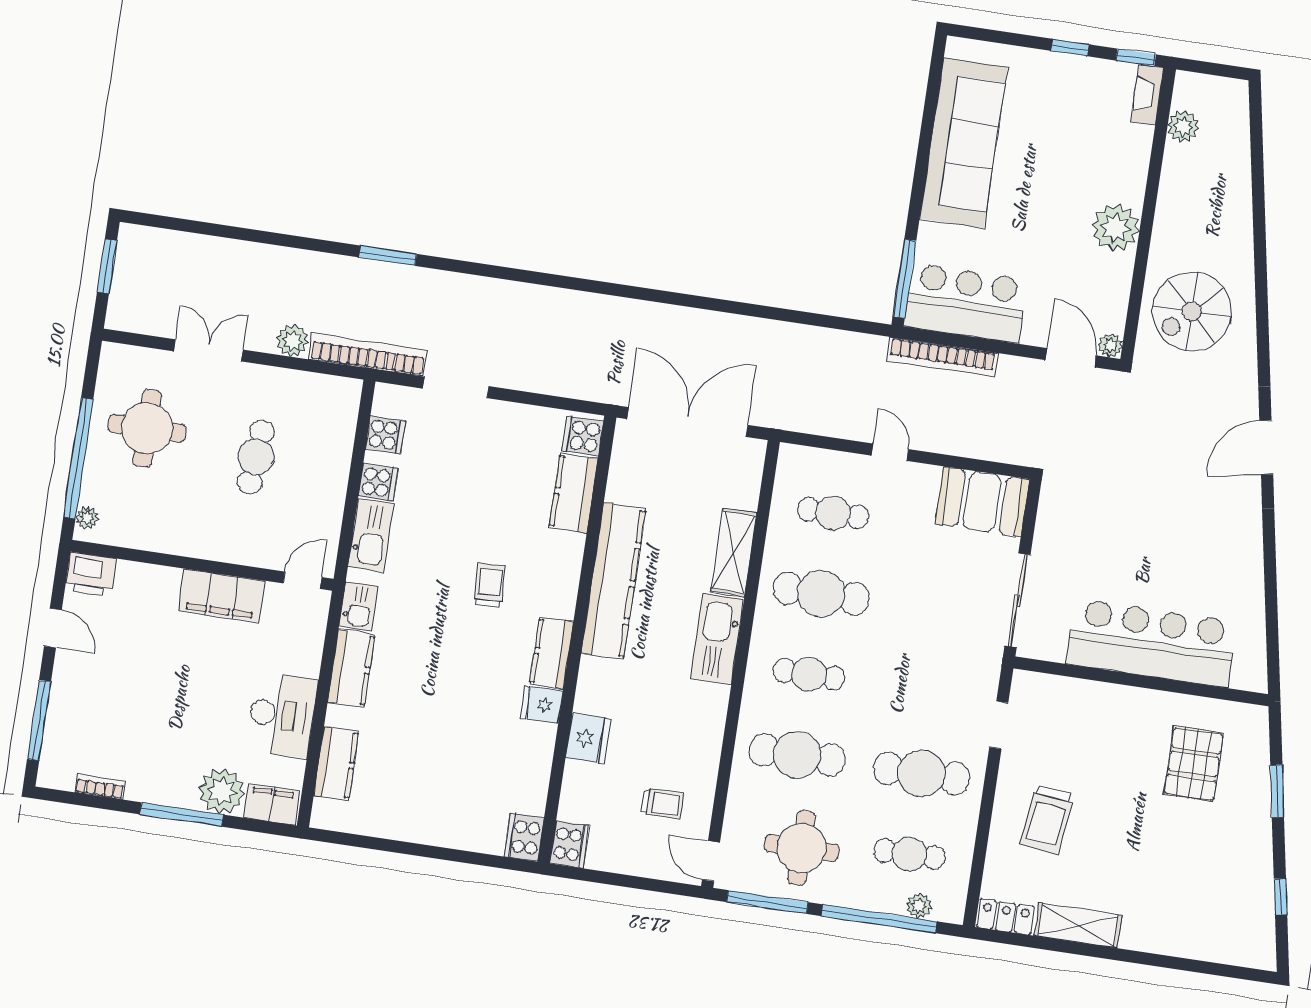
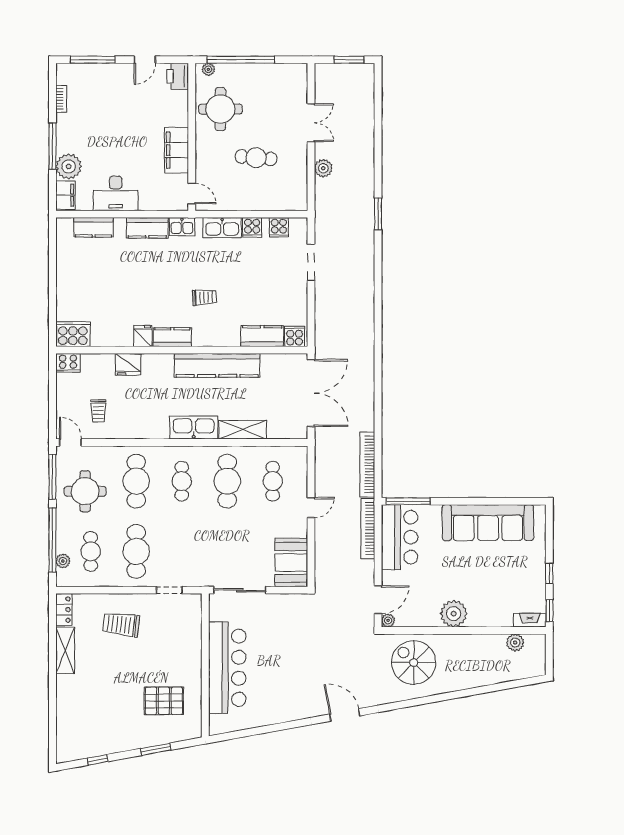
bookcase: (368, 355) -> (367, 465), moved, turned 180
round table: (147, 428) -> (220, 109), moved
cooker: (524, 837) -> (73, 334), width x1.37, depth x1.31
door: (711, 861) -> (70, 442), hinge flipped

